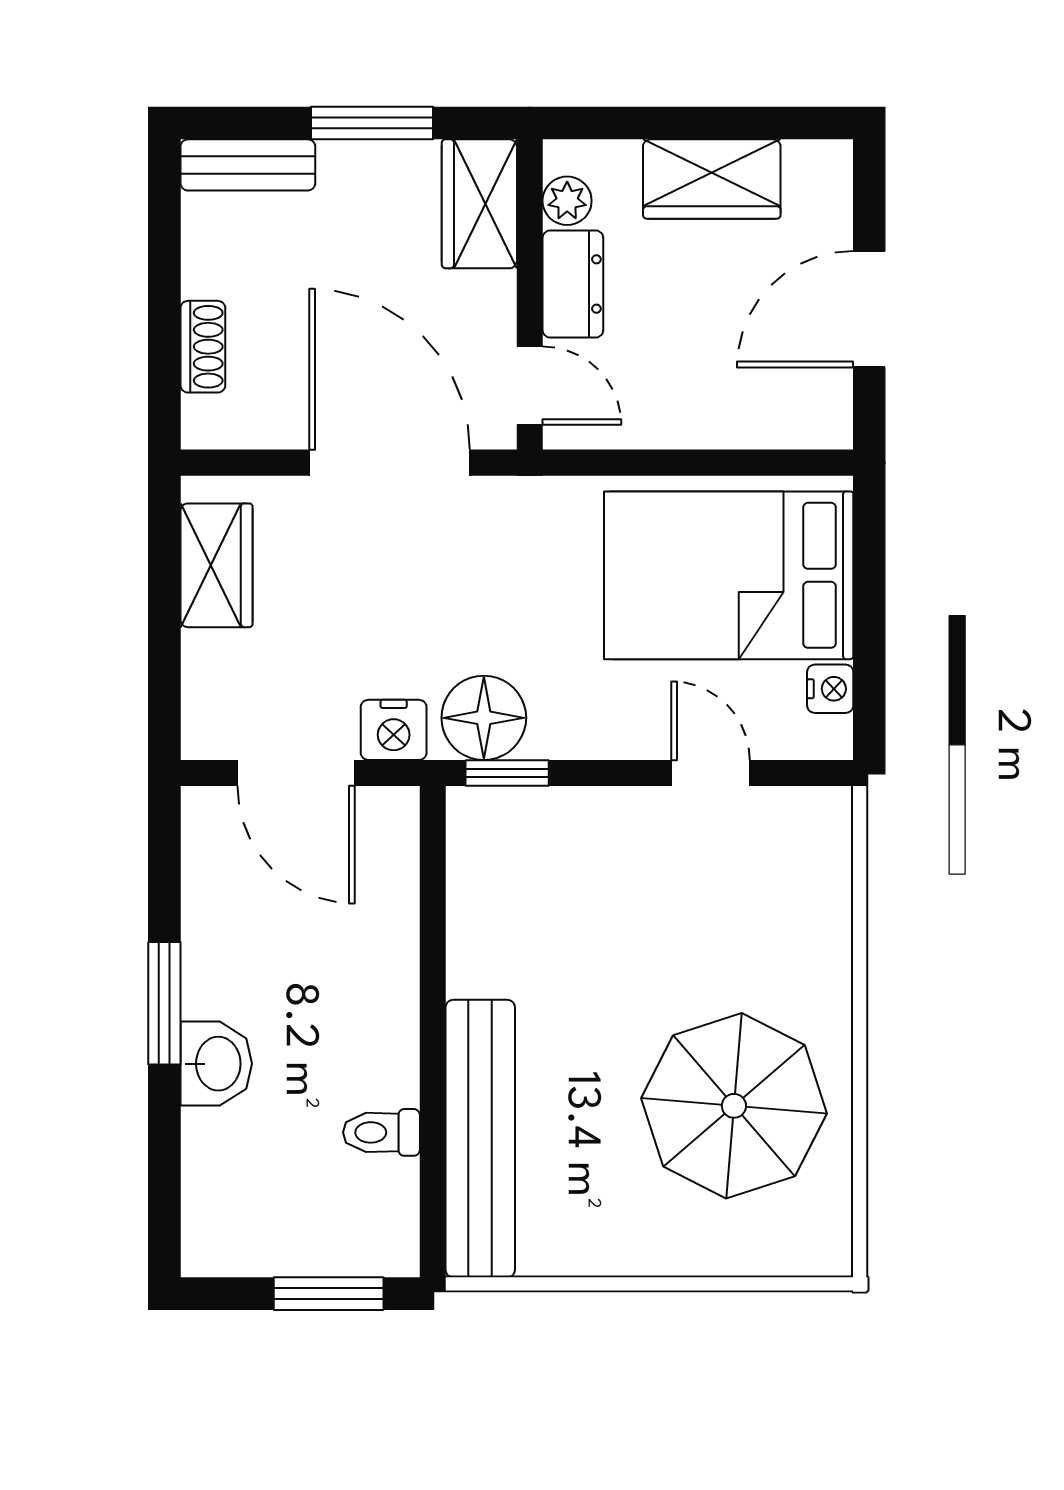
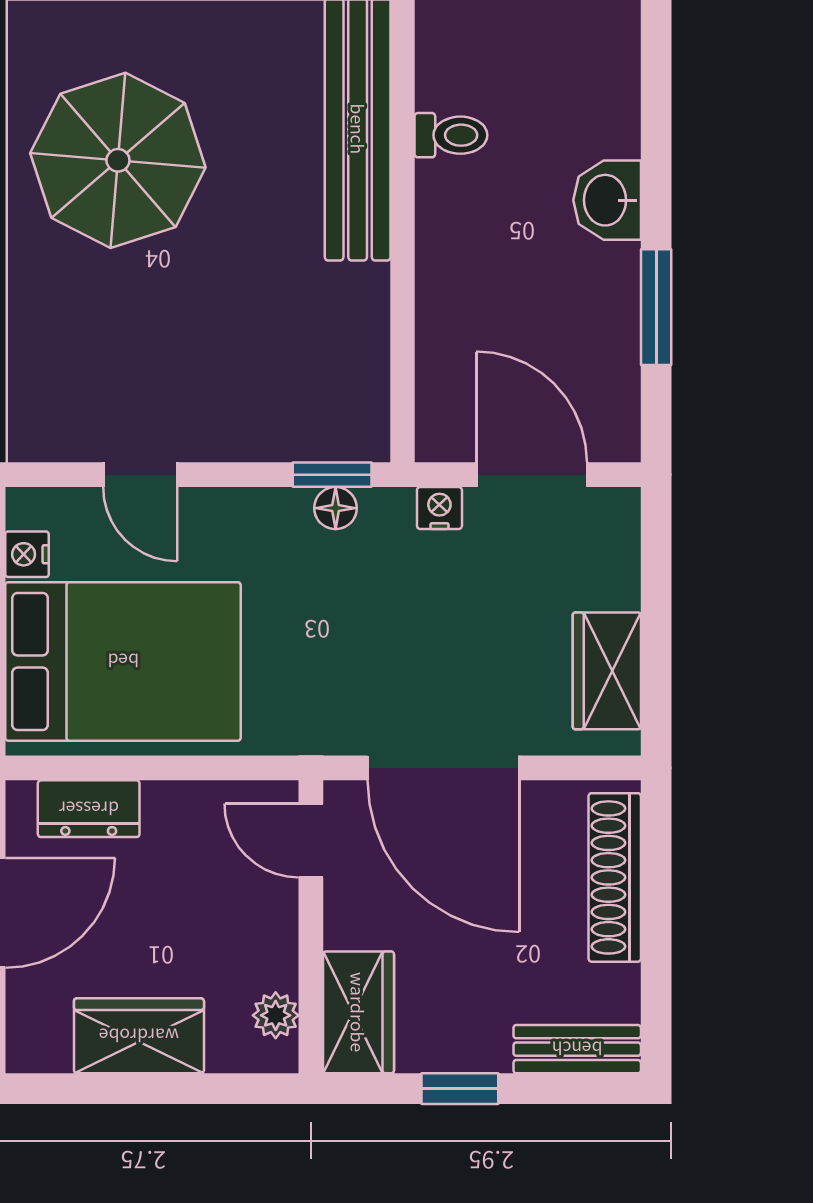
window: (372, 123) -> (460, 1089), width x0.67
dresser: (573, 284) -> (89, 809), moved, turned -90
shoe rack: (203, 347) -> (615, 877), width x1.94, depth x1.24
floor lamp: (484, 718) -> (336, 508), width x0.53, depth x0.53
nightstand: (394, 730) -> (439, 508), width x0.72, depth x0.74
window: (164, 1003) -> (656, 307), moved

